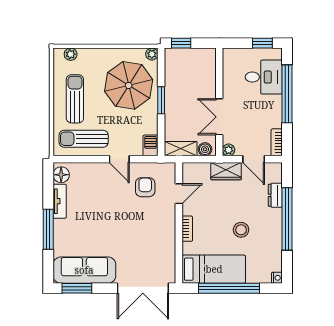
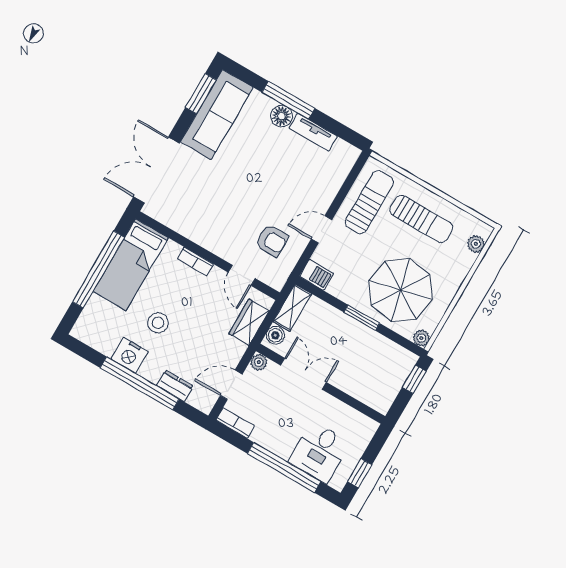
wardrobe: (226, 171) -> (249, 322), moved
floor lamp: (61, 175) -> (282, 116), moved
nightstand: (277, 278) -> (130, 355), moved, width x1.89, depth x1.79

